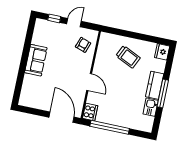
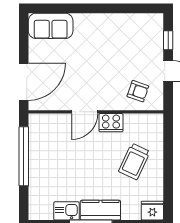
sofa: (36, 60) -> (51, 26), moved
cooker: (90, 112) -> (111, 123), moved

